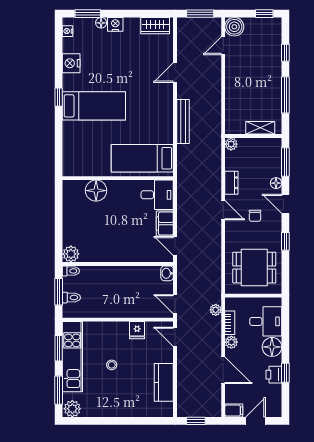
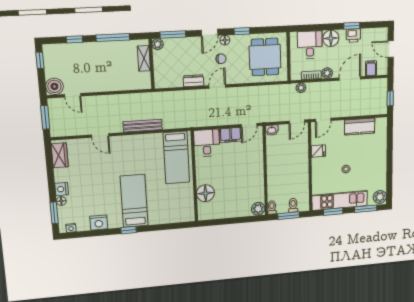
plant: (231, 144) -> (158, 44), moved
floor lamp: (276, 183) -> (225, 40), moved
filing cabinet: (234, 411) -> (371, 68), moved

